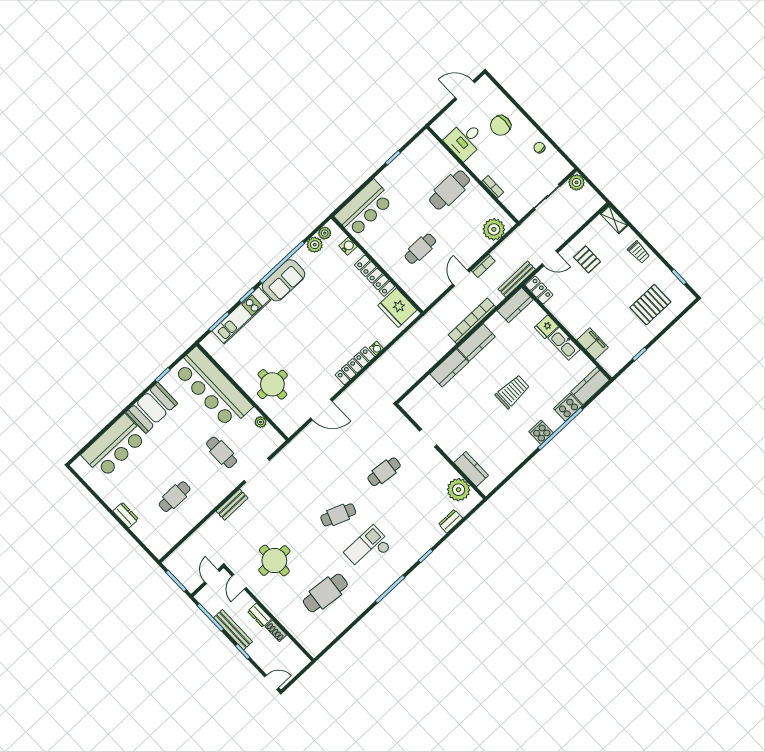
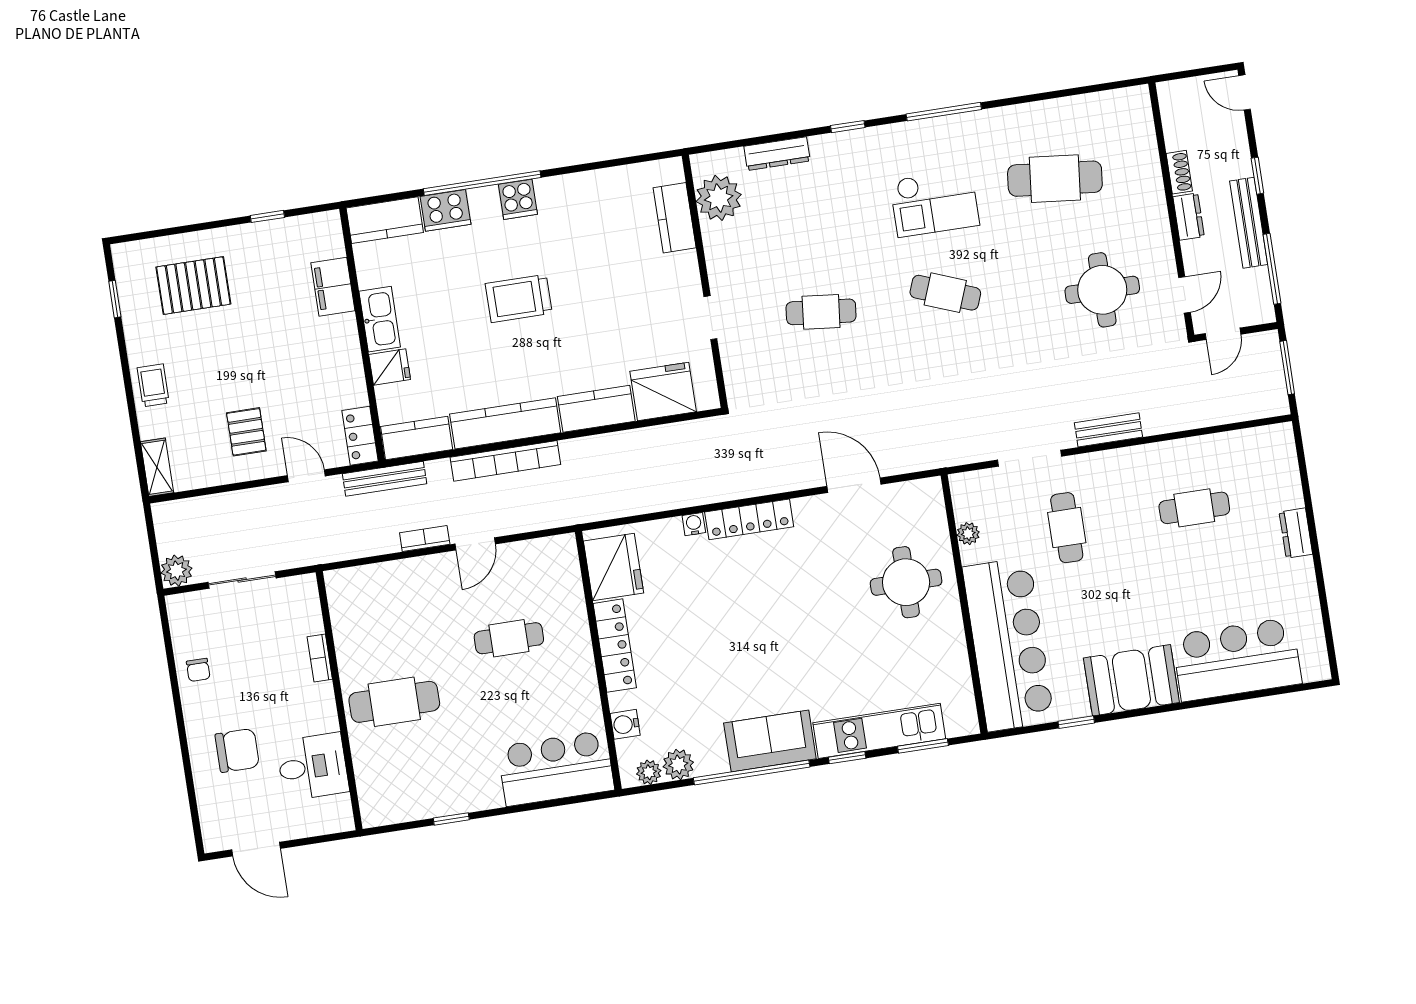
plant: (494, 229) -> (366, 587), removed
kitchen counter: (476, 342) -> (505, 423), width x1.50
fridge: (427, 394) -> (663, 391), added
dresser: (451, 521) -> (777, 154), width x1.44

